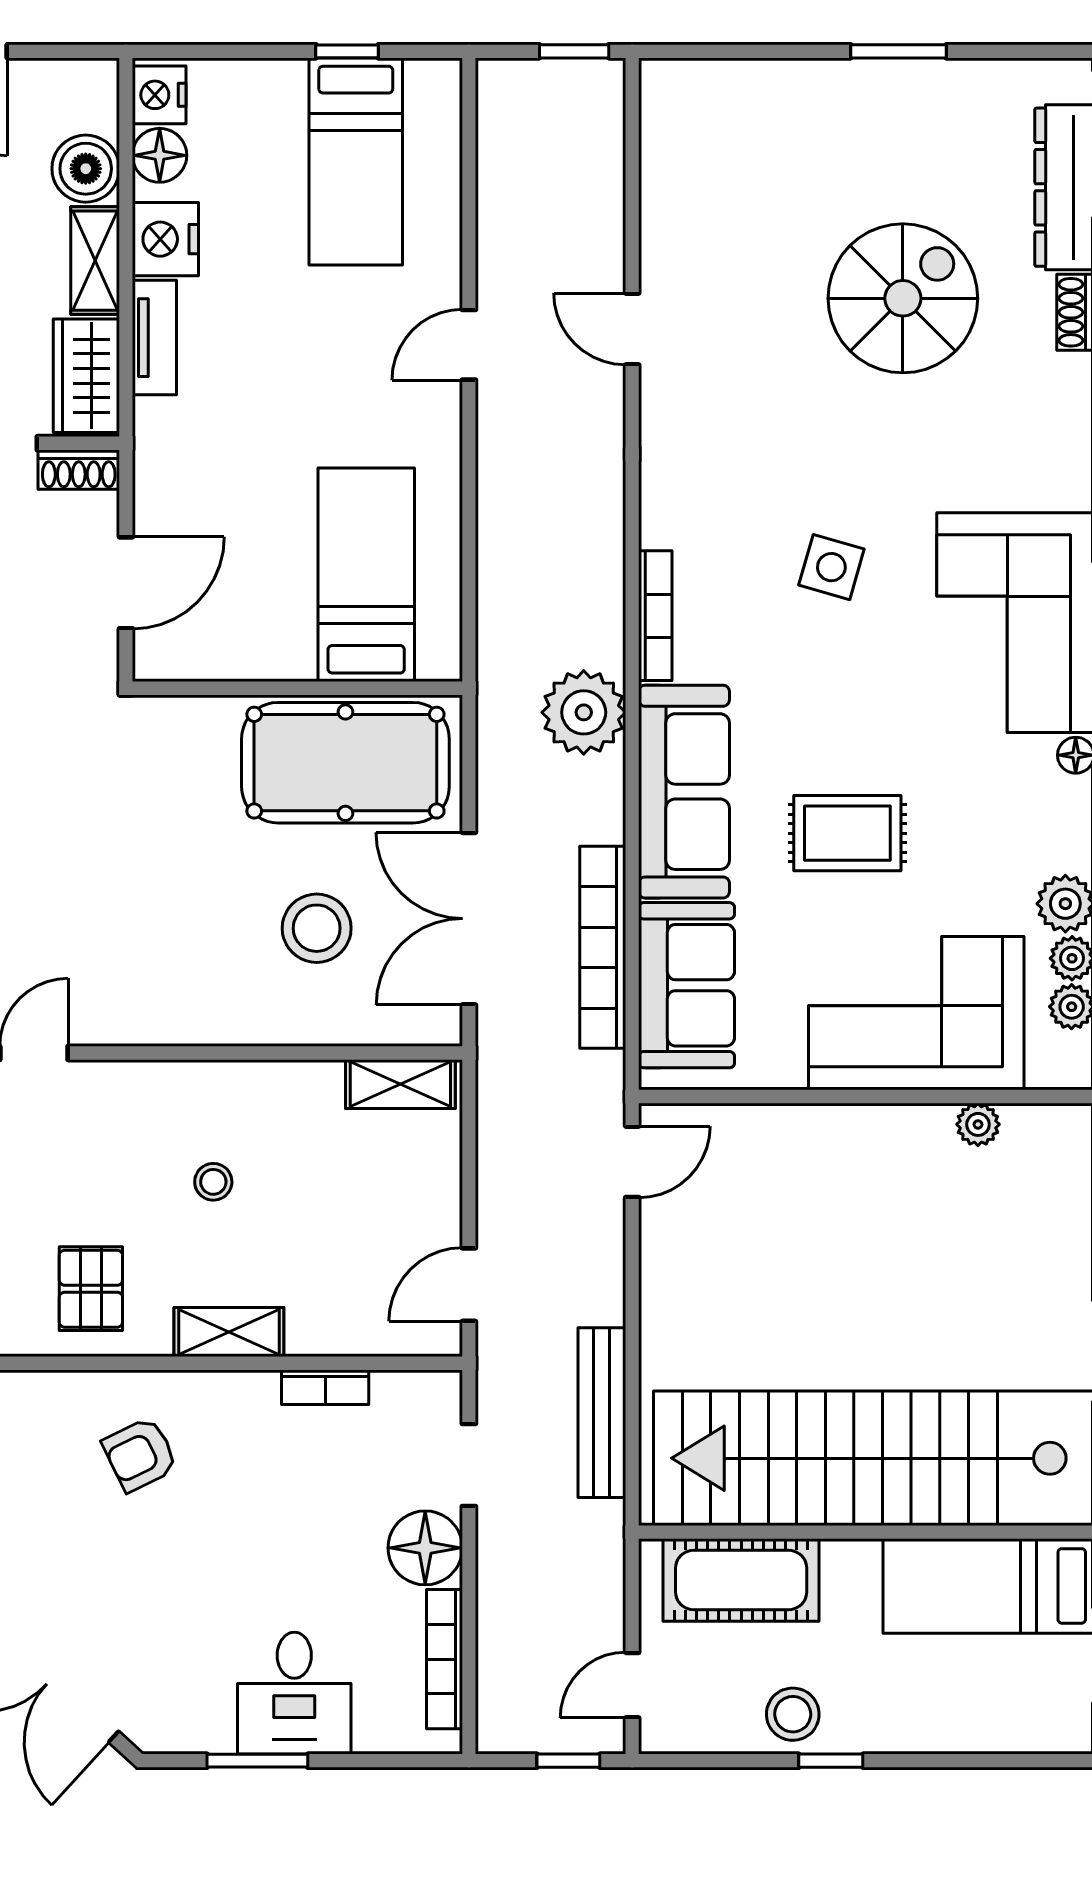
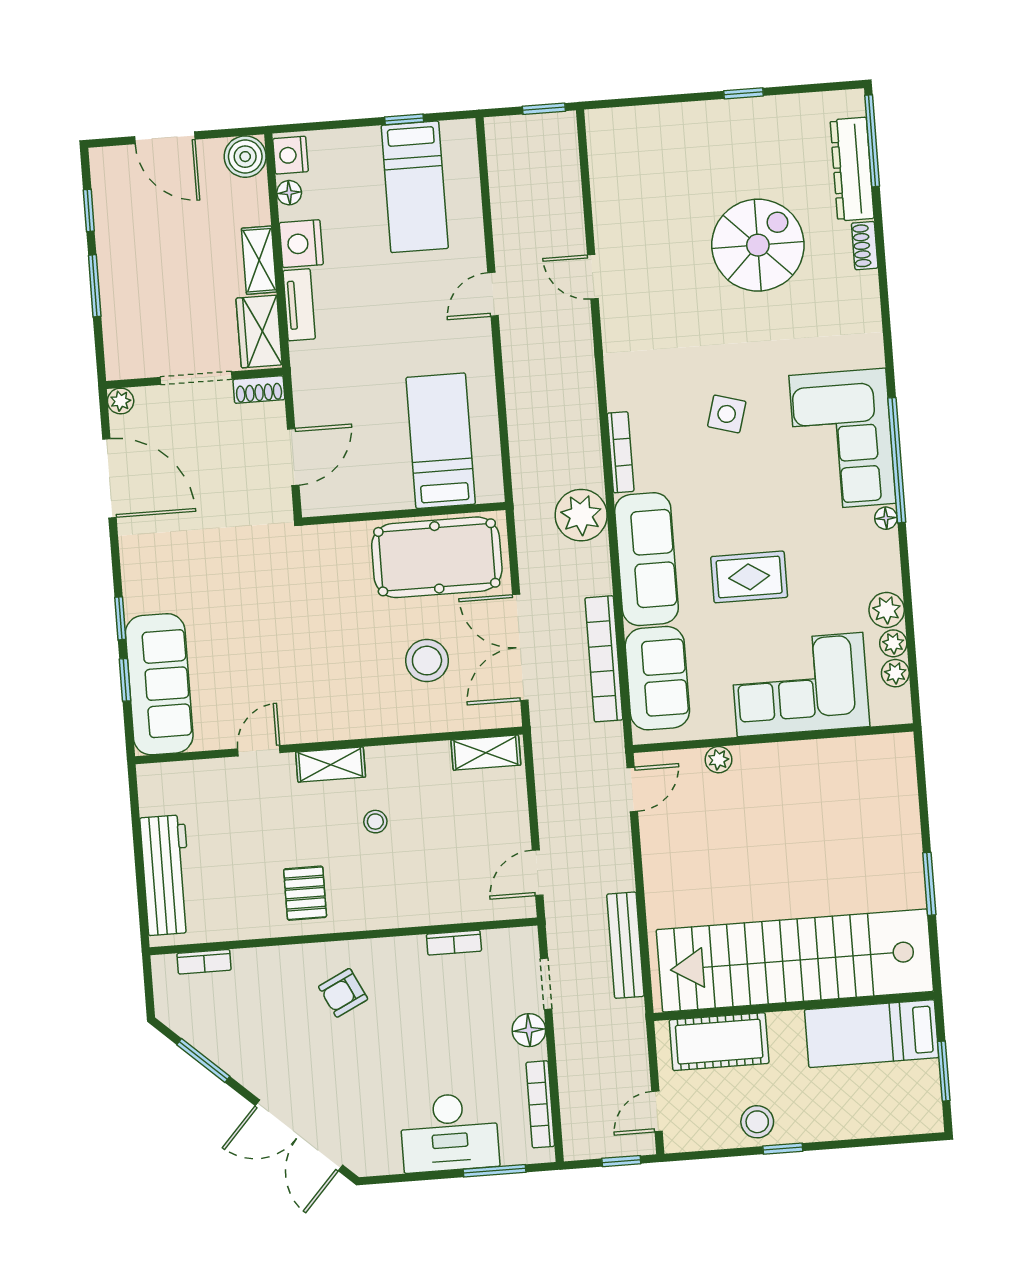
window: (898, 51) -> (744, 93), width x0.67
floor lamp: (160, 155) -> (289, 193), width x0.73, depth x0.73
boiler: (86, 169) -> (245, 157), moved
plant: (978, 1124) -> (718, 760), moved
shelving: (229, 1332) -> (331, 765), moved
floor lamp: (425, 1548) -> (529, 1030), width x0.73, depth x0.73
desk: (294, 1693) -> (449, 1132), width x1.37
window: (257, 1761) -> (494, 1171), moved

